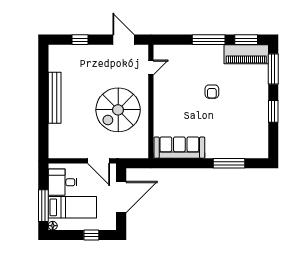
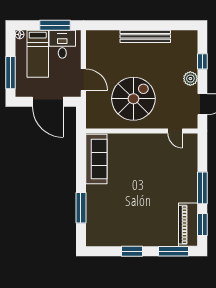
plant: (97, 52) -> (190, 79), added
armchair: (212, 92) -> (151, 191), removed
spiral stairs: (118, 110) -> (133, 99), turned 90
door: (99, 161) -> (83, 80), swing flipped
window: (43, 206) -> (55, 25), moved
window: (91, 235) -> (10, 73), width x2.17

